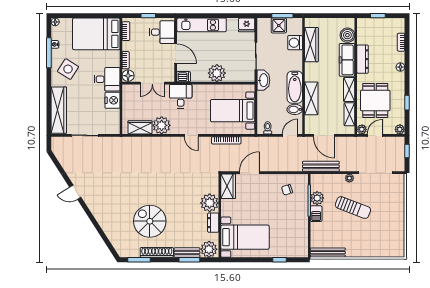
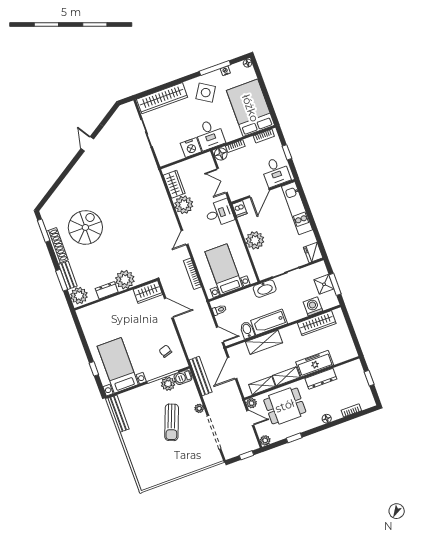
boiler: (347, 35) -> (339, 355), removed
barbecue: (316, 214) -> (183, 377), moved
bed with nightstands: (245, 237) -> (118, 365), moved, turned 180

